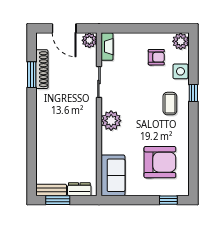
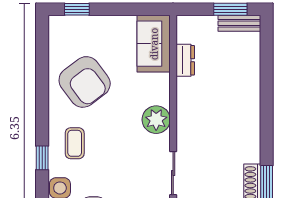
armchair: (160, 162) -> (85, 82), moved, turned -127
dresser: (79, 189) -> (185, 60), moved, turned -90

